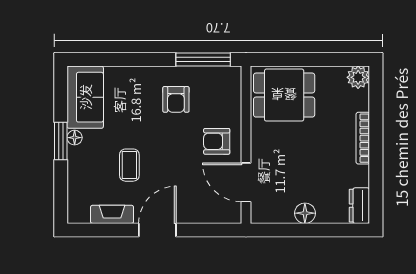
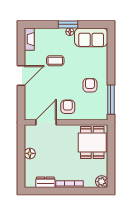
armchair: (176, 99) -> (90, 85), turned 90
dresser: (359, 206) -> (45, 182), moved
fireplace: (112, 214) -> (29, 39), moved
door: (157, 230) -> (21, 76), hinge flipped

